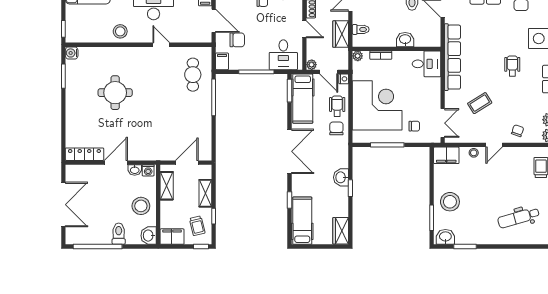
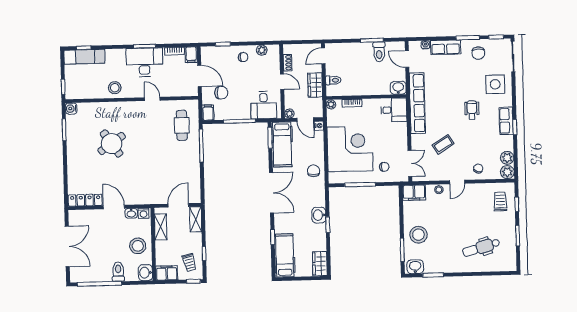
washbasin: (405, 40) -> (398, 88), moved
round table: (115, 93) -> (112, 144), turned -35
wheelchair: (337, 106) -> (314, 151), removed
door: (116, 163) -> (114, 207), hinge flipped
shelving: (205, 193) -> (196, 219), moved

